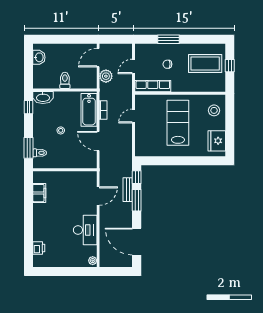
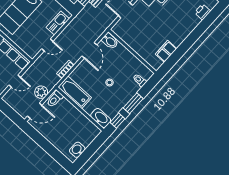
toilet: (65, 80) -> (55, 99), moved
bathtub: (89, 110) -> (75, 92), moved, turned -90
kitchen sink: (141, 140) -> (58, 23), added
window: (28, 148) -> (133, 103), moved
bidet: (89, 162) -> (110, 41), added

